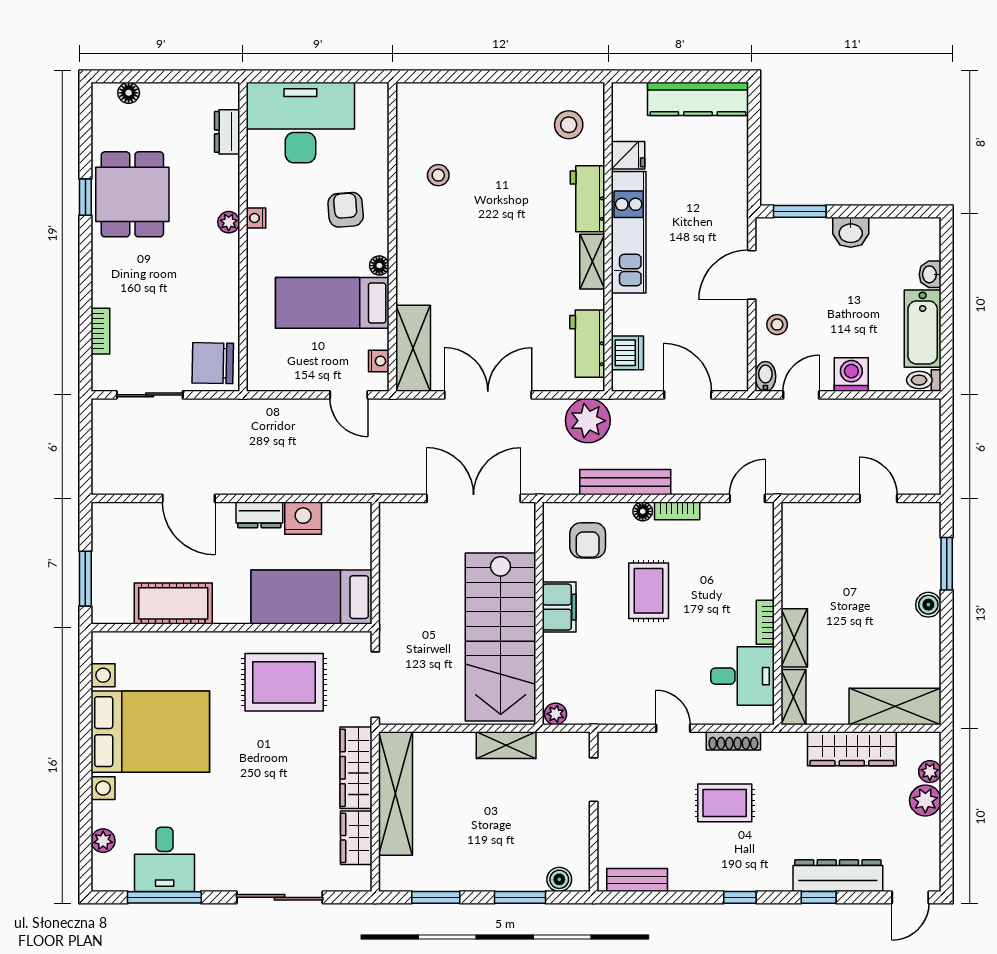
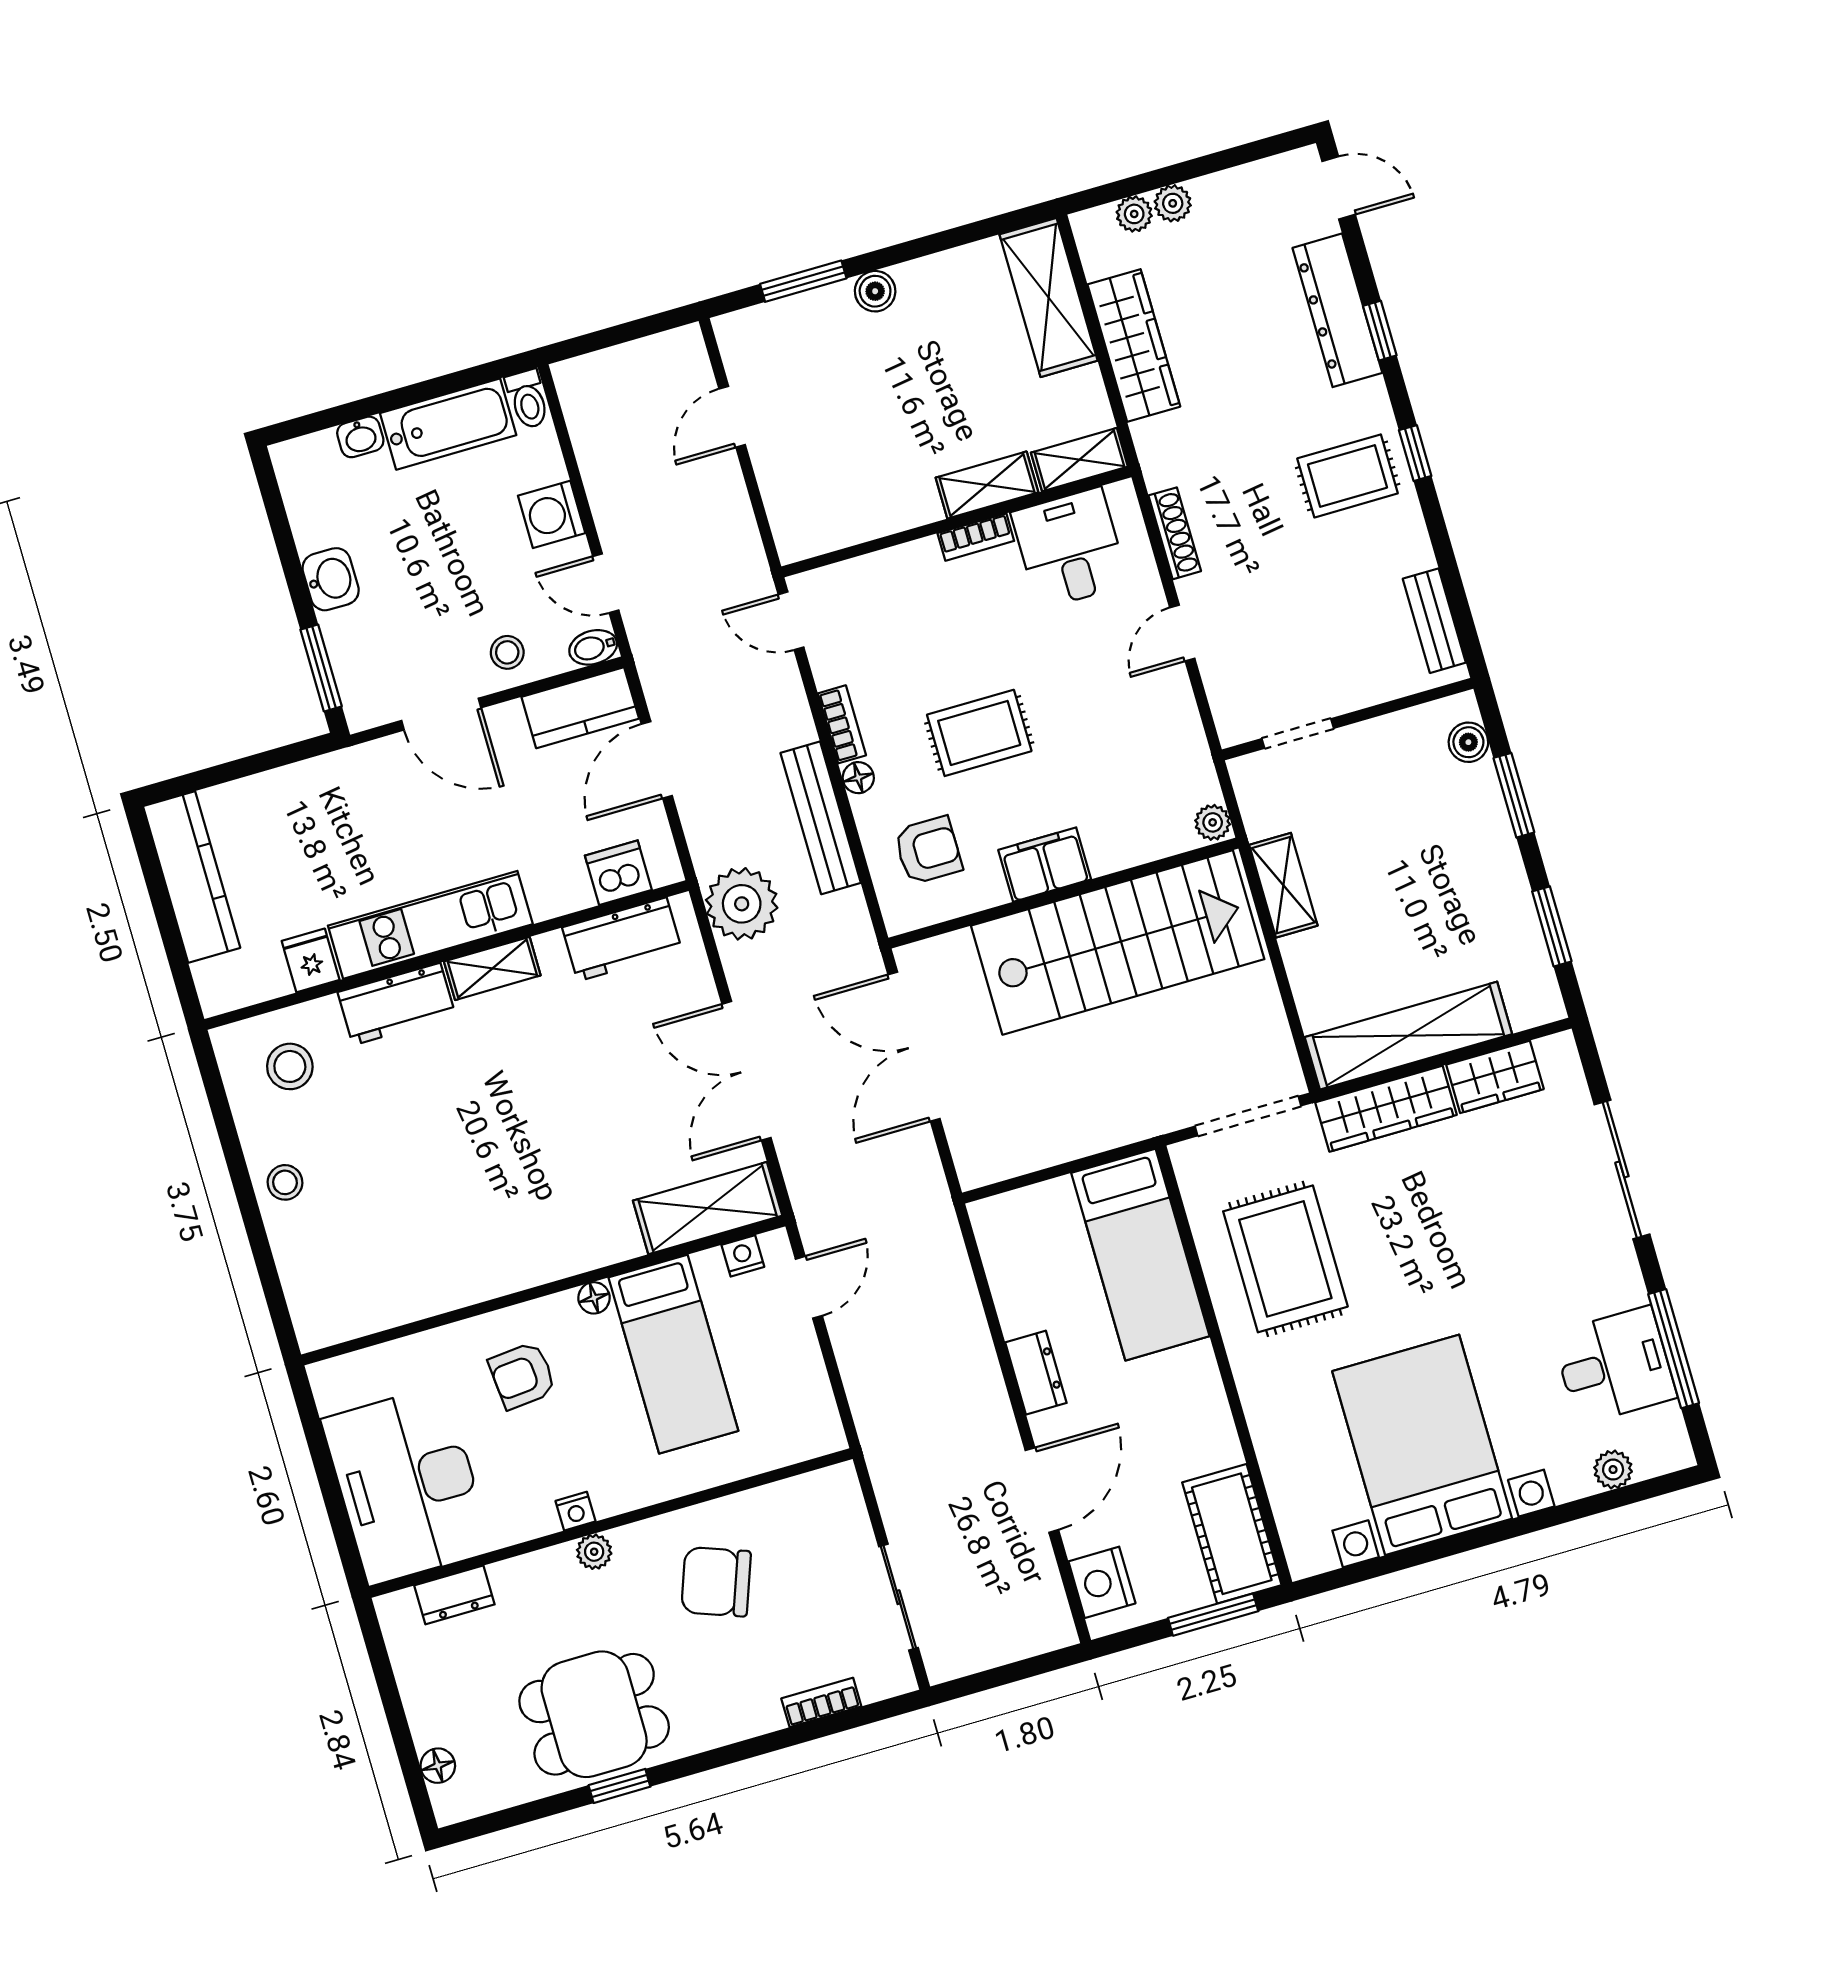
stool: (438, 175) -> (285, 1182), moved
kitchen counter: (732, 358) -> (580, 708), added
chair: (213, 363) -> (716, 1582), moved, turned 109
nightstand: (303, 518) -> (1102, 1582), moved
cot: (173, 603) -> (1232, 1534), moved
plant: (925, 800) -> (1173, 203), width x0.73, depth x0.73
rug: (725, 803) -> (1348, 476), moved, turned 90

